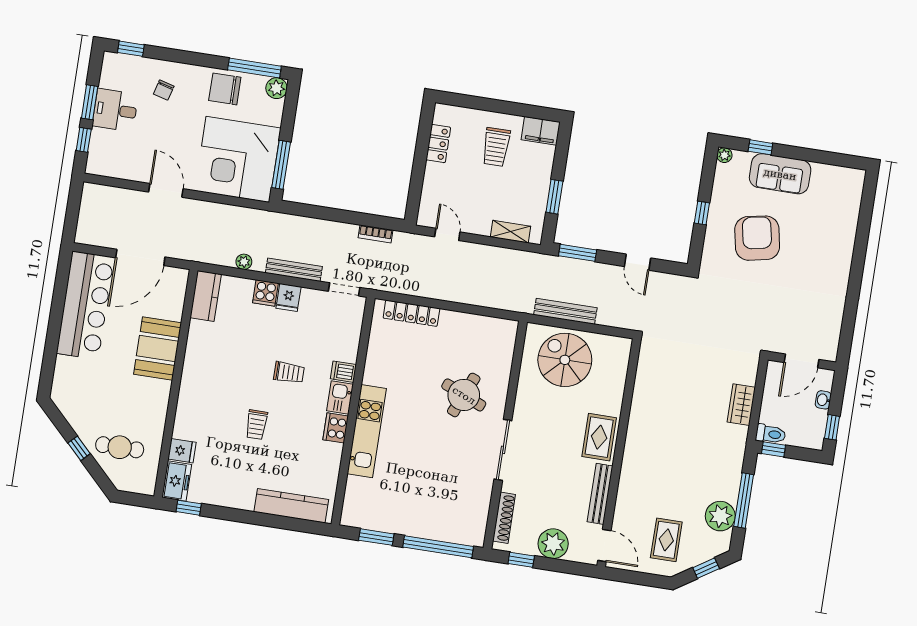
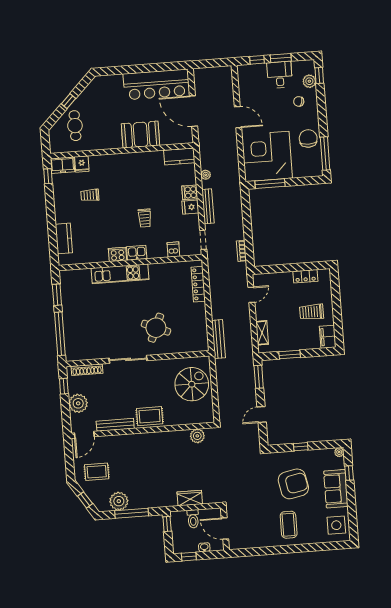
plant: (277, 88) -> (309, 81), moved
side table: (837, 186) -> (336, 525), added
door: (166, 190) -> (238, 117), hinge flipped
coffee table: (819, 260) -> (289, 525), added
bench: (565, 311) -> (219, 339), moved
plant: (647, 370) -> (197, 436), added
dishwasher: (343, 372) -> (173, 249), moved
trolley: (257, 425) -> (90, 195), moved
toilet: (771, 434) -> (193, 519), moved
kitchen counter: (291, 506) -> (64, 238), width x0.67

